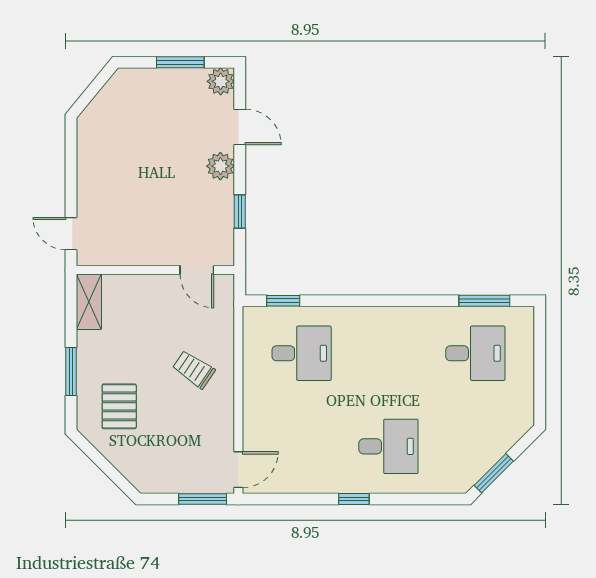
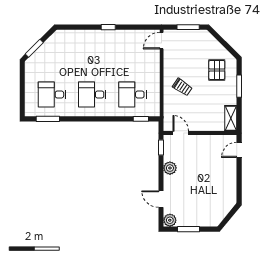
plant: (220, 166) -> (170, 168), moved
window: (240, 212) -> (161, 147), moved
door: (71, 234) -> (239, 150), swing flipped
desk: (388, 446) -> (92, 94), moved
window: (494, 473) -> (34, 48), moved
window: (203, 499) -> (188, 27), moved

